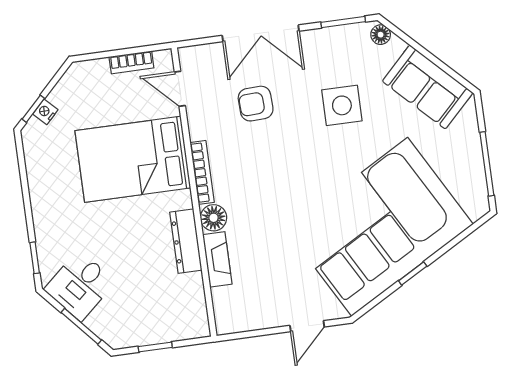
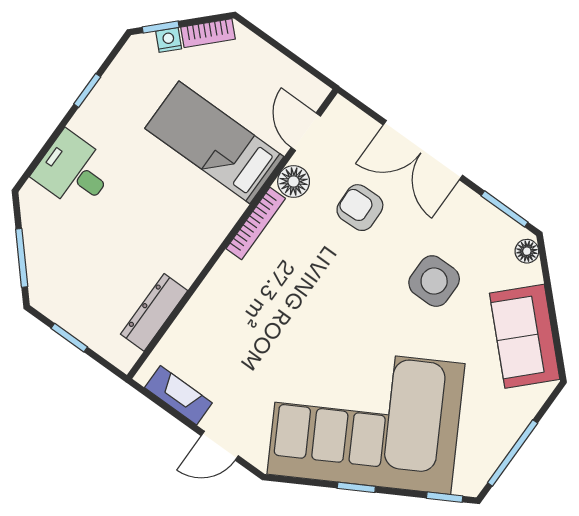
bookcase: (131, 62) -> (208, 33), moved, turned -45
bed: (133, 159) -> (214, 142), width x0.67
floor lamp: (214, 218) -> (294, 181), moved
window: (471, 229) -> (445, 497), added
dresser: (186, 241) -> (154, 312), moved
window: (35, 258) -> (87, 90), moved
fireplace: (217, 259) -> (178, 395), moved, turned -90
desk: (80, 286) -> (74, 171), moved, turned 42

